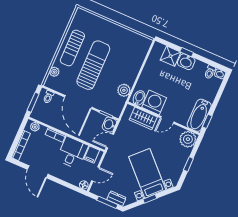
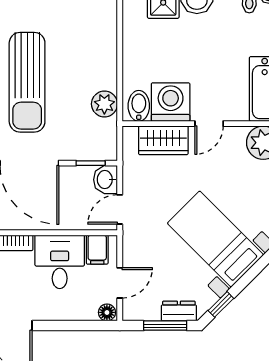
sun lounger: (93, 65) -> (27, 82), turned 180
window: (150, 199) -> (221, 304), moved

